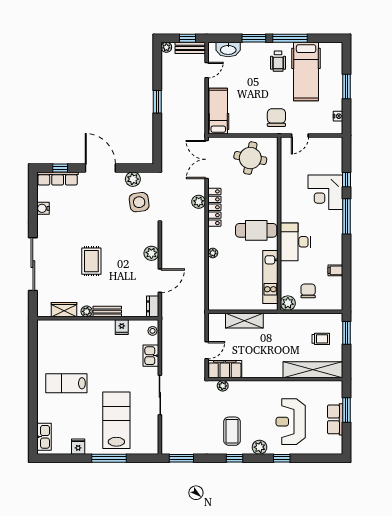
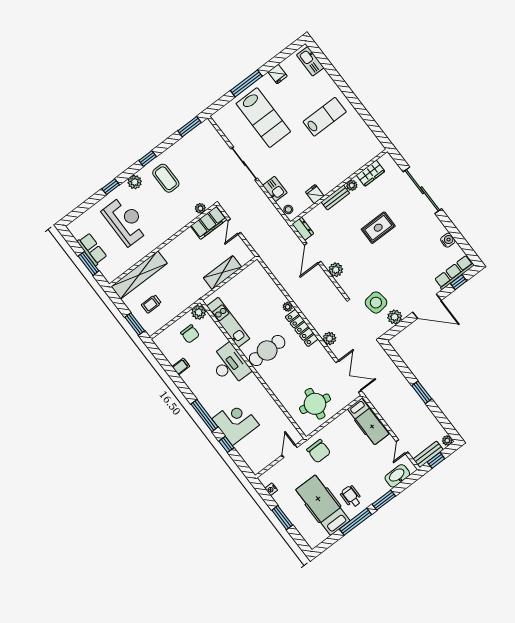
locker: (214, 207) -> (302, 328), moved
rug: (91, 261) -> (378, 228), turned 90

